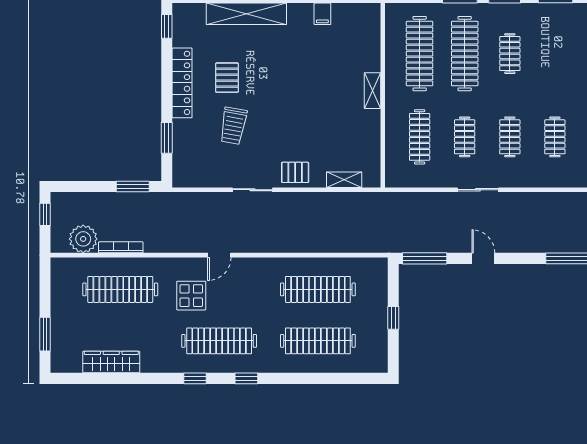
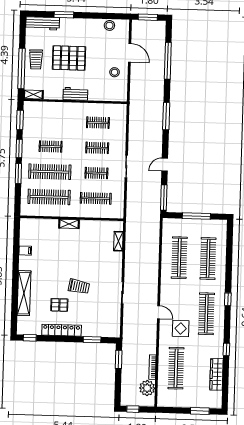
trolley: (233, 126) -> (79, 286), moved
pallet: (295, 172) -> (113, 268), removed
window: (393, 318) -> (196, 216), width x2.17
window: (195, 378) -> (226, 349), moved

